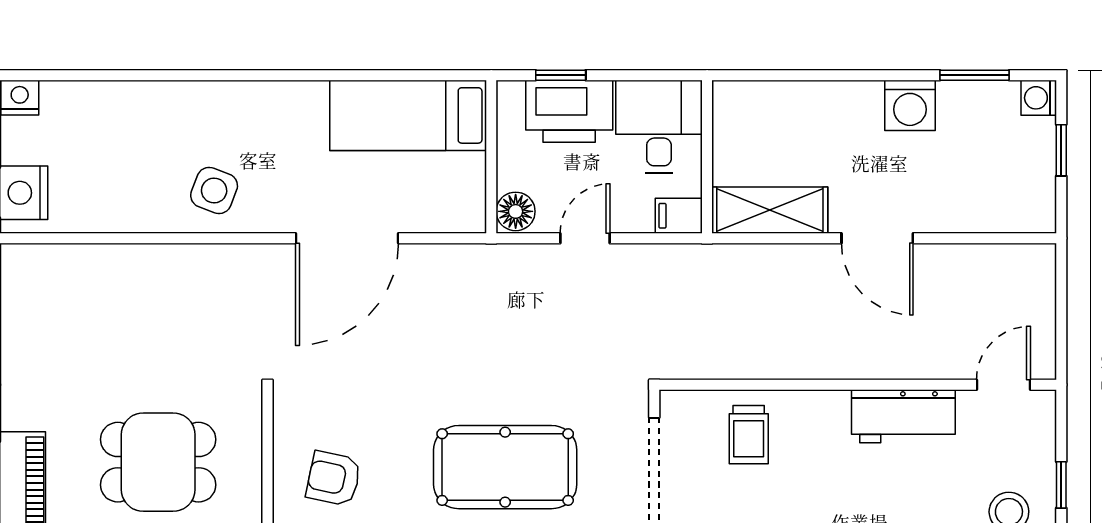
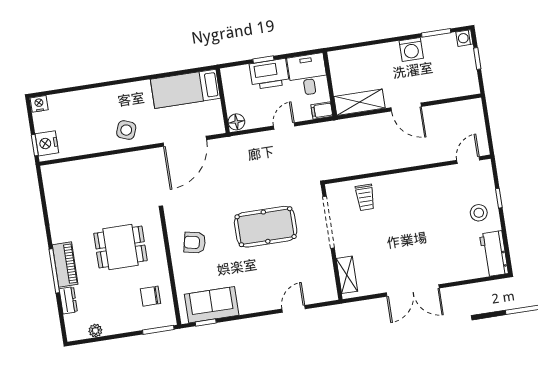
bed: (408, 115) -> (185, 89), moved
wall: (491, 157) -> (223, 101), moved
floor lamp: (516, 211) -> (236, 122), moved
workbench: (903, 416) -> (429, 180), removed

